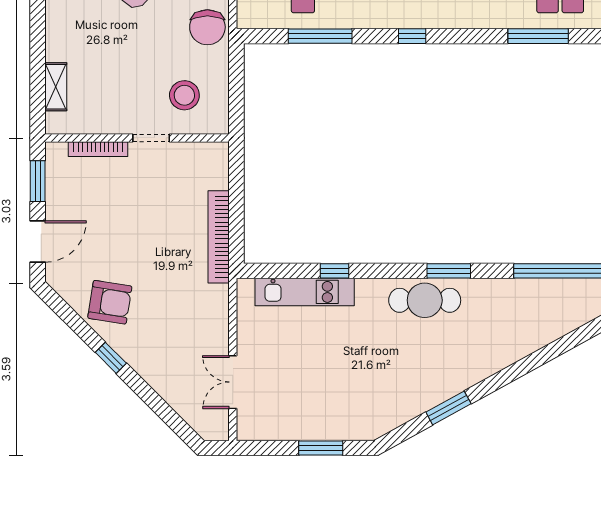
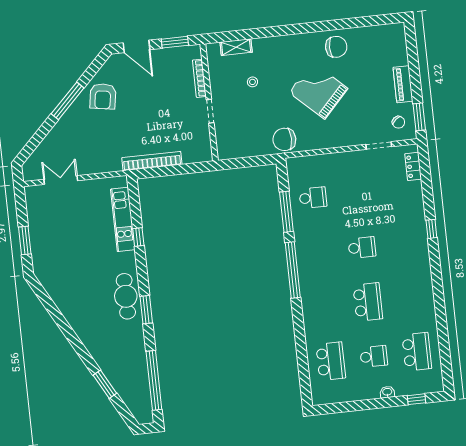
window: (412, 36) -> (293, 270), width x3.17
window: (538, 36) -> (301, 350), removed
stool: (184, 95) -> (252, 82), moved, width x0.53, depth x0.53
window: (111, 358) -> (68, 101), width x2.17
window: (448, 408) -> (105, 384), moved

